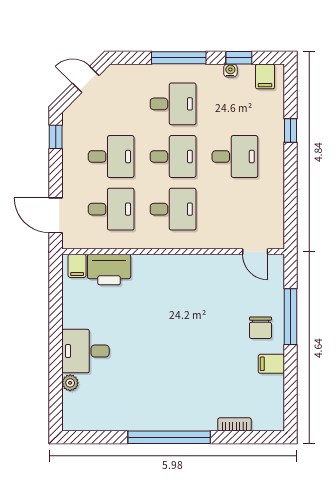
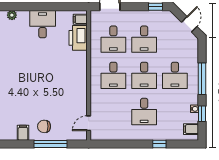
desk: (85, 351) -> (43, 24), moved

